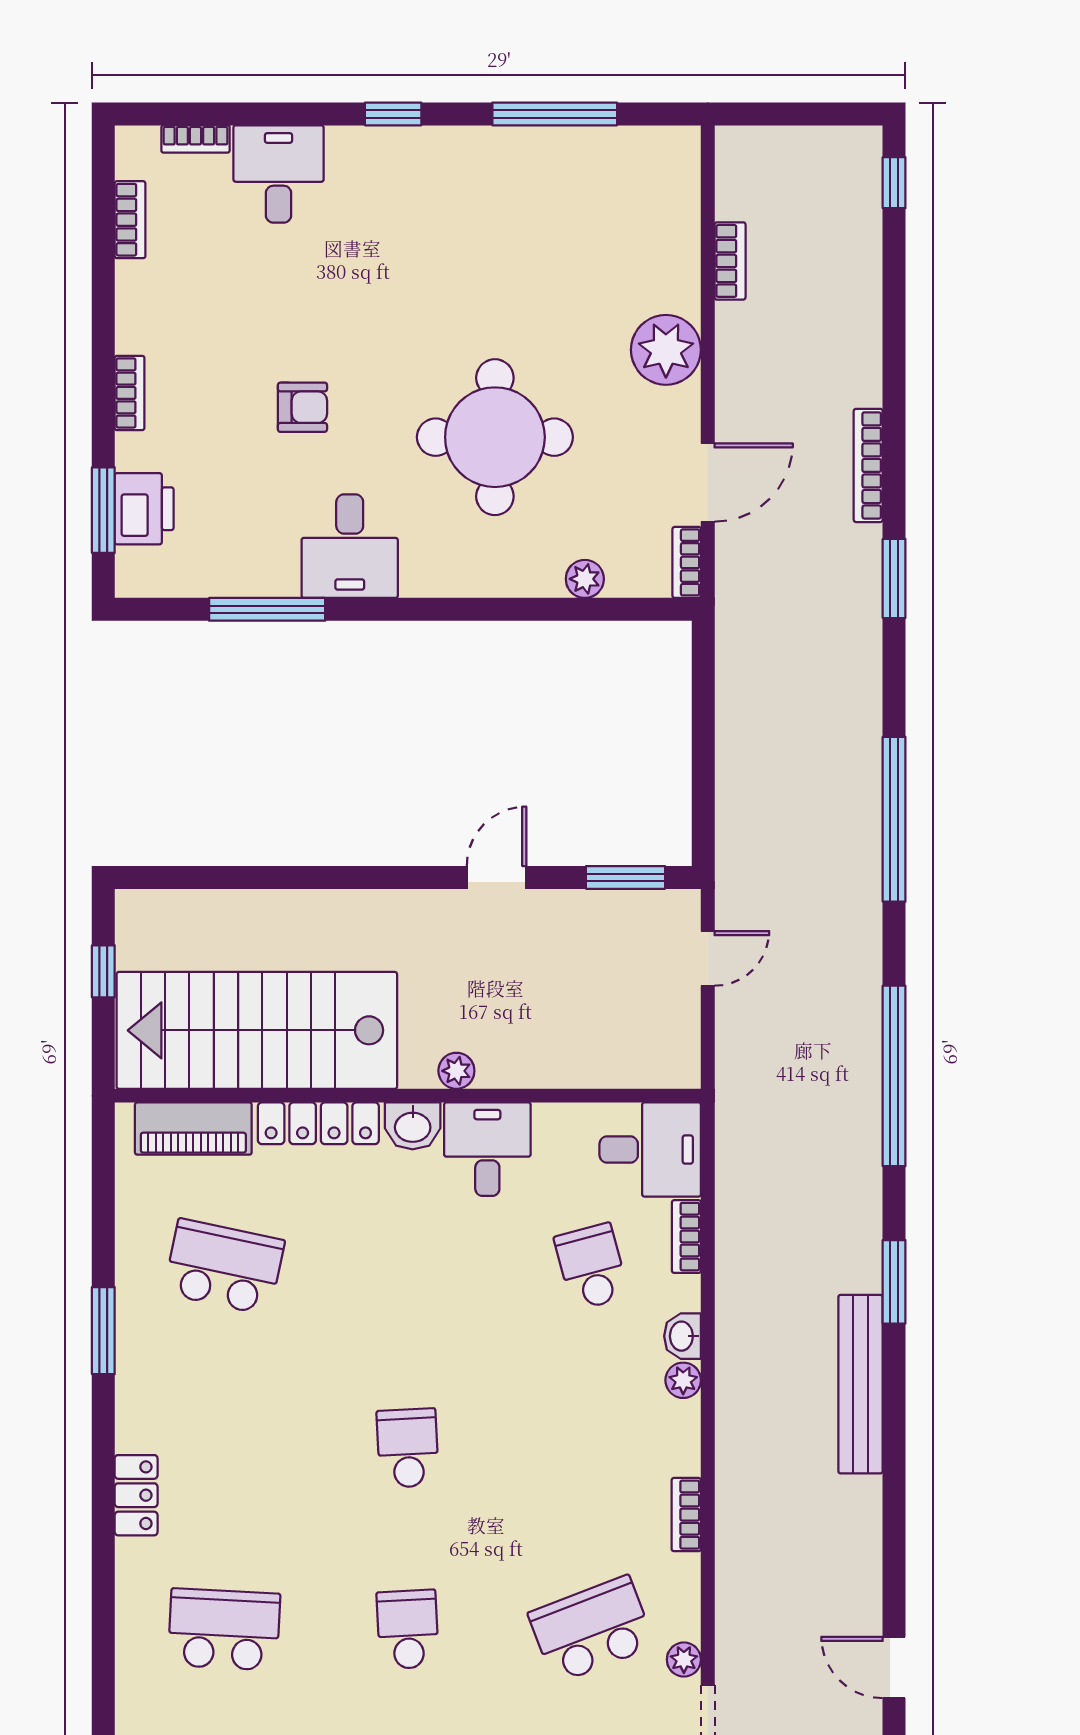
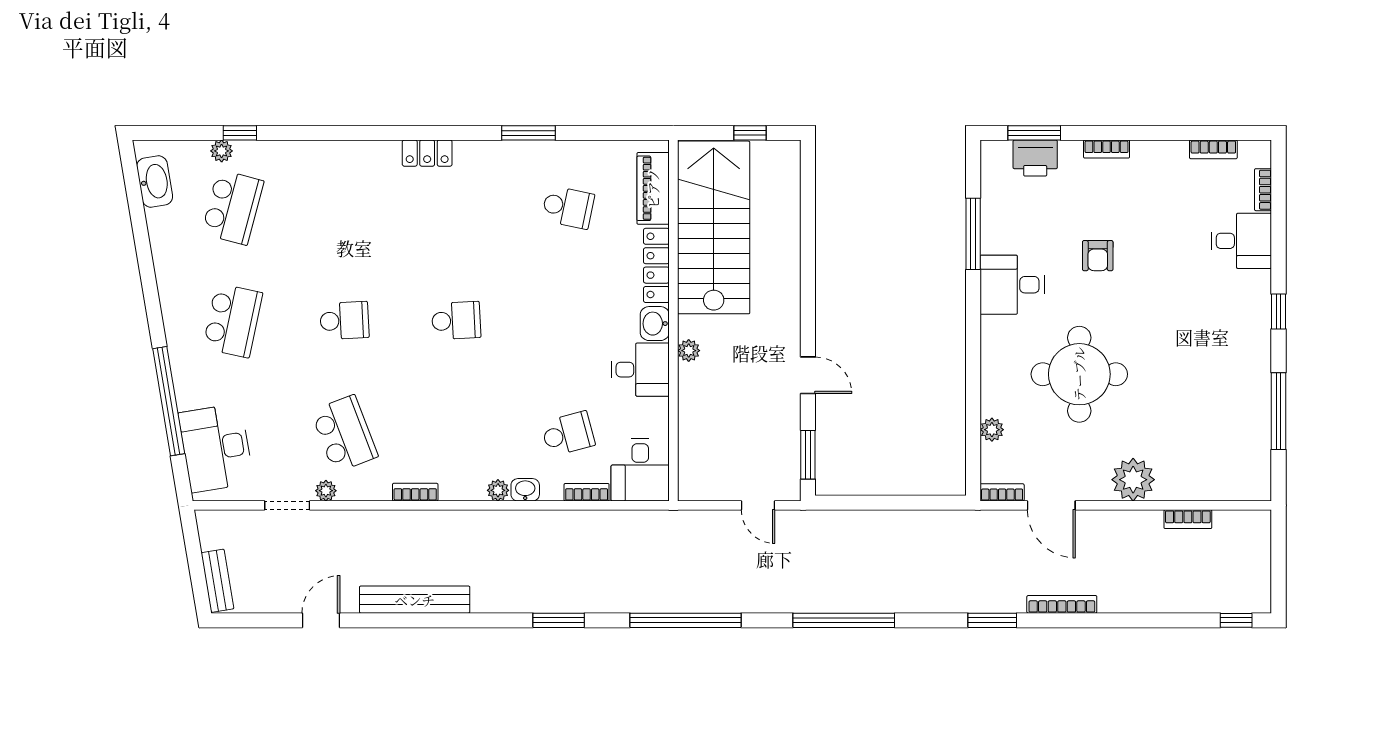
school desk: (224, 1267) -> (568, 207), width x0.54
bench: (860, 1384) -> (415, 600), moved
school desk: (224, 1629) -> (344, 207), removed

